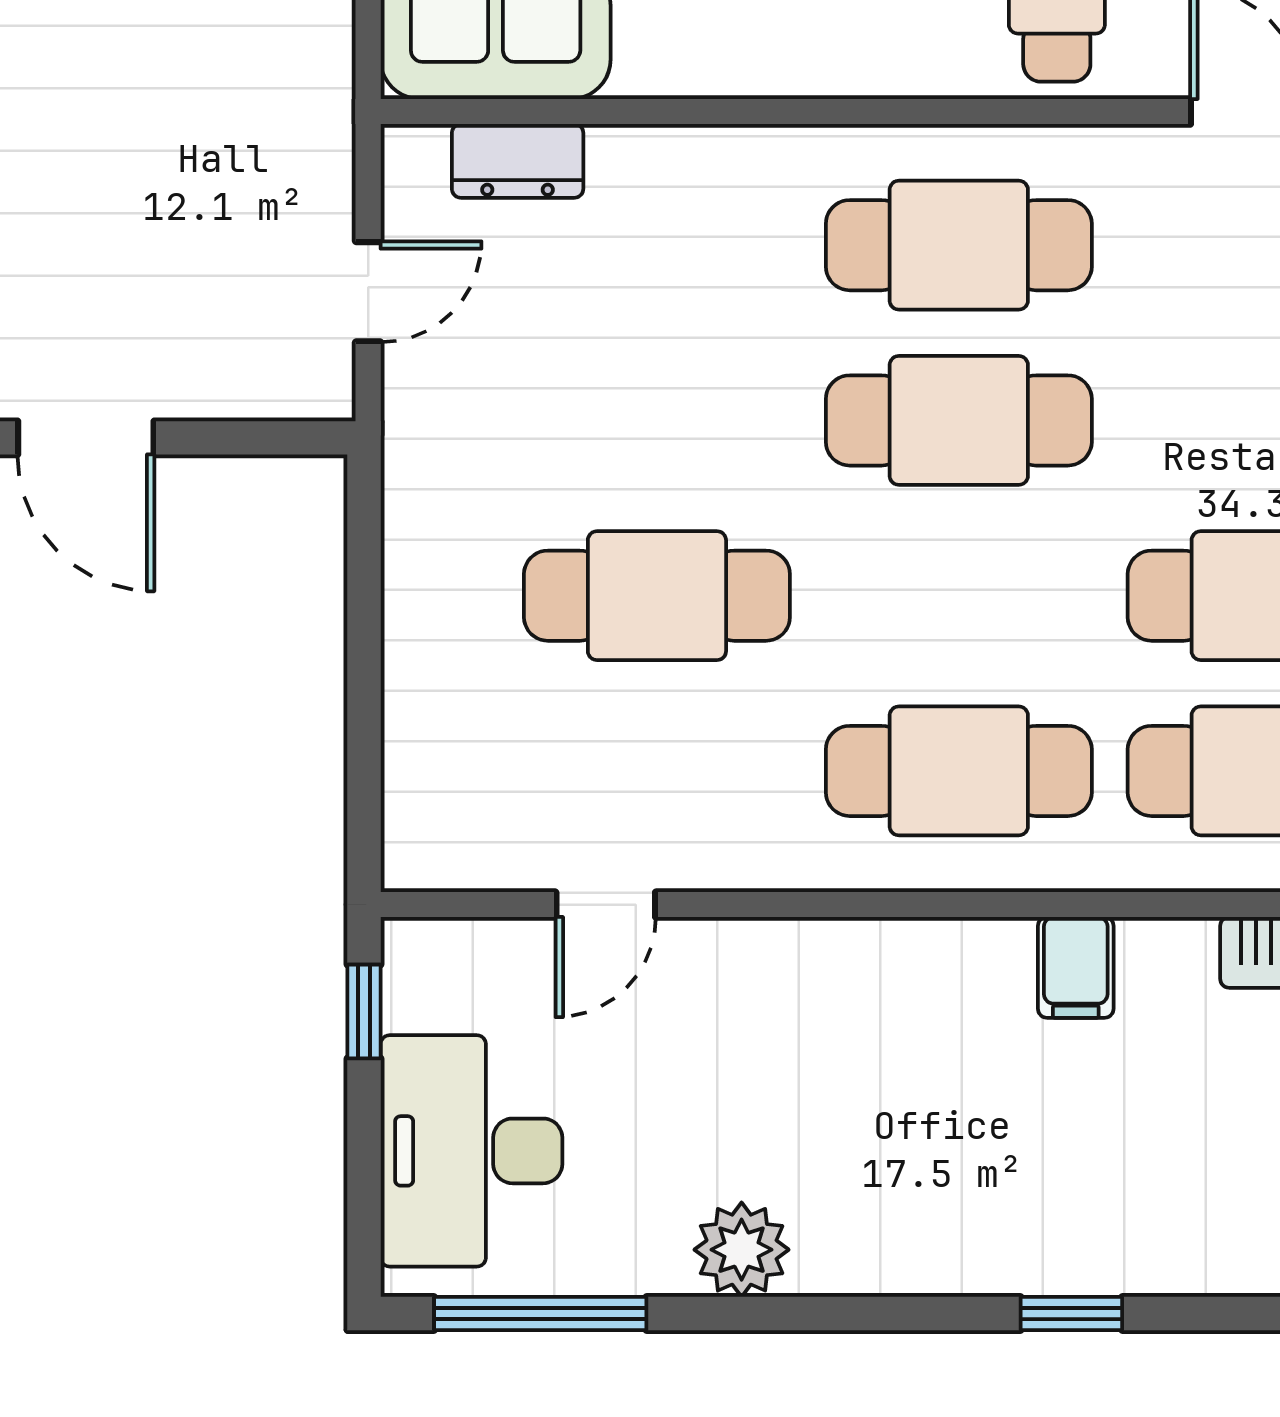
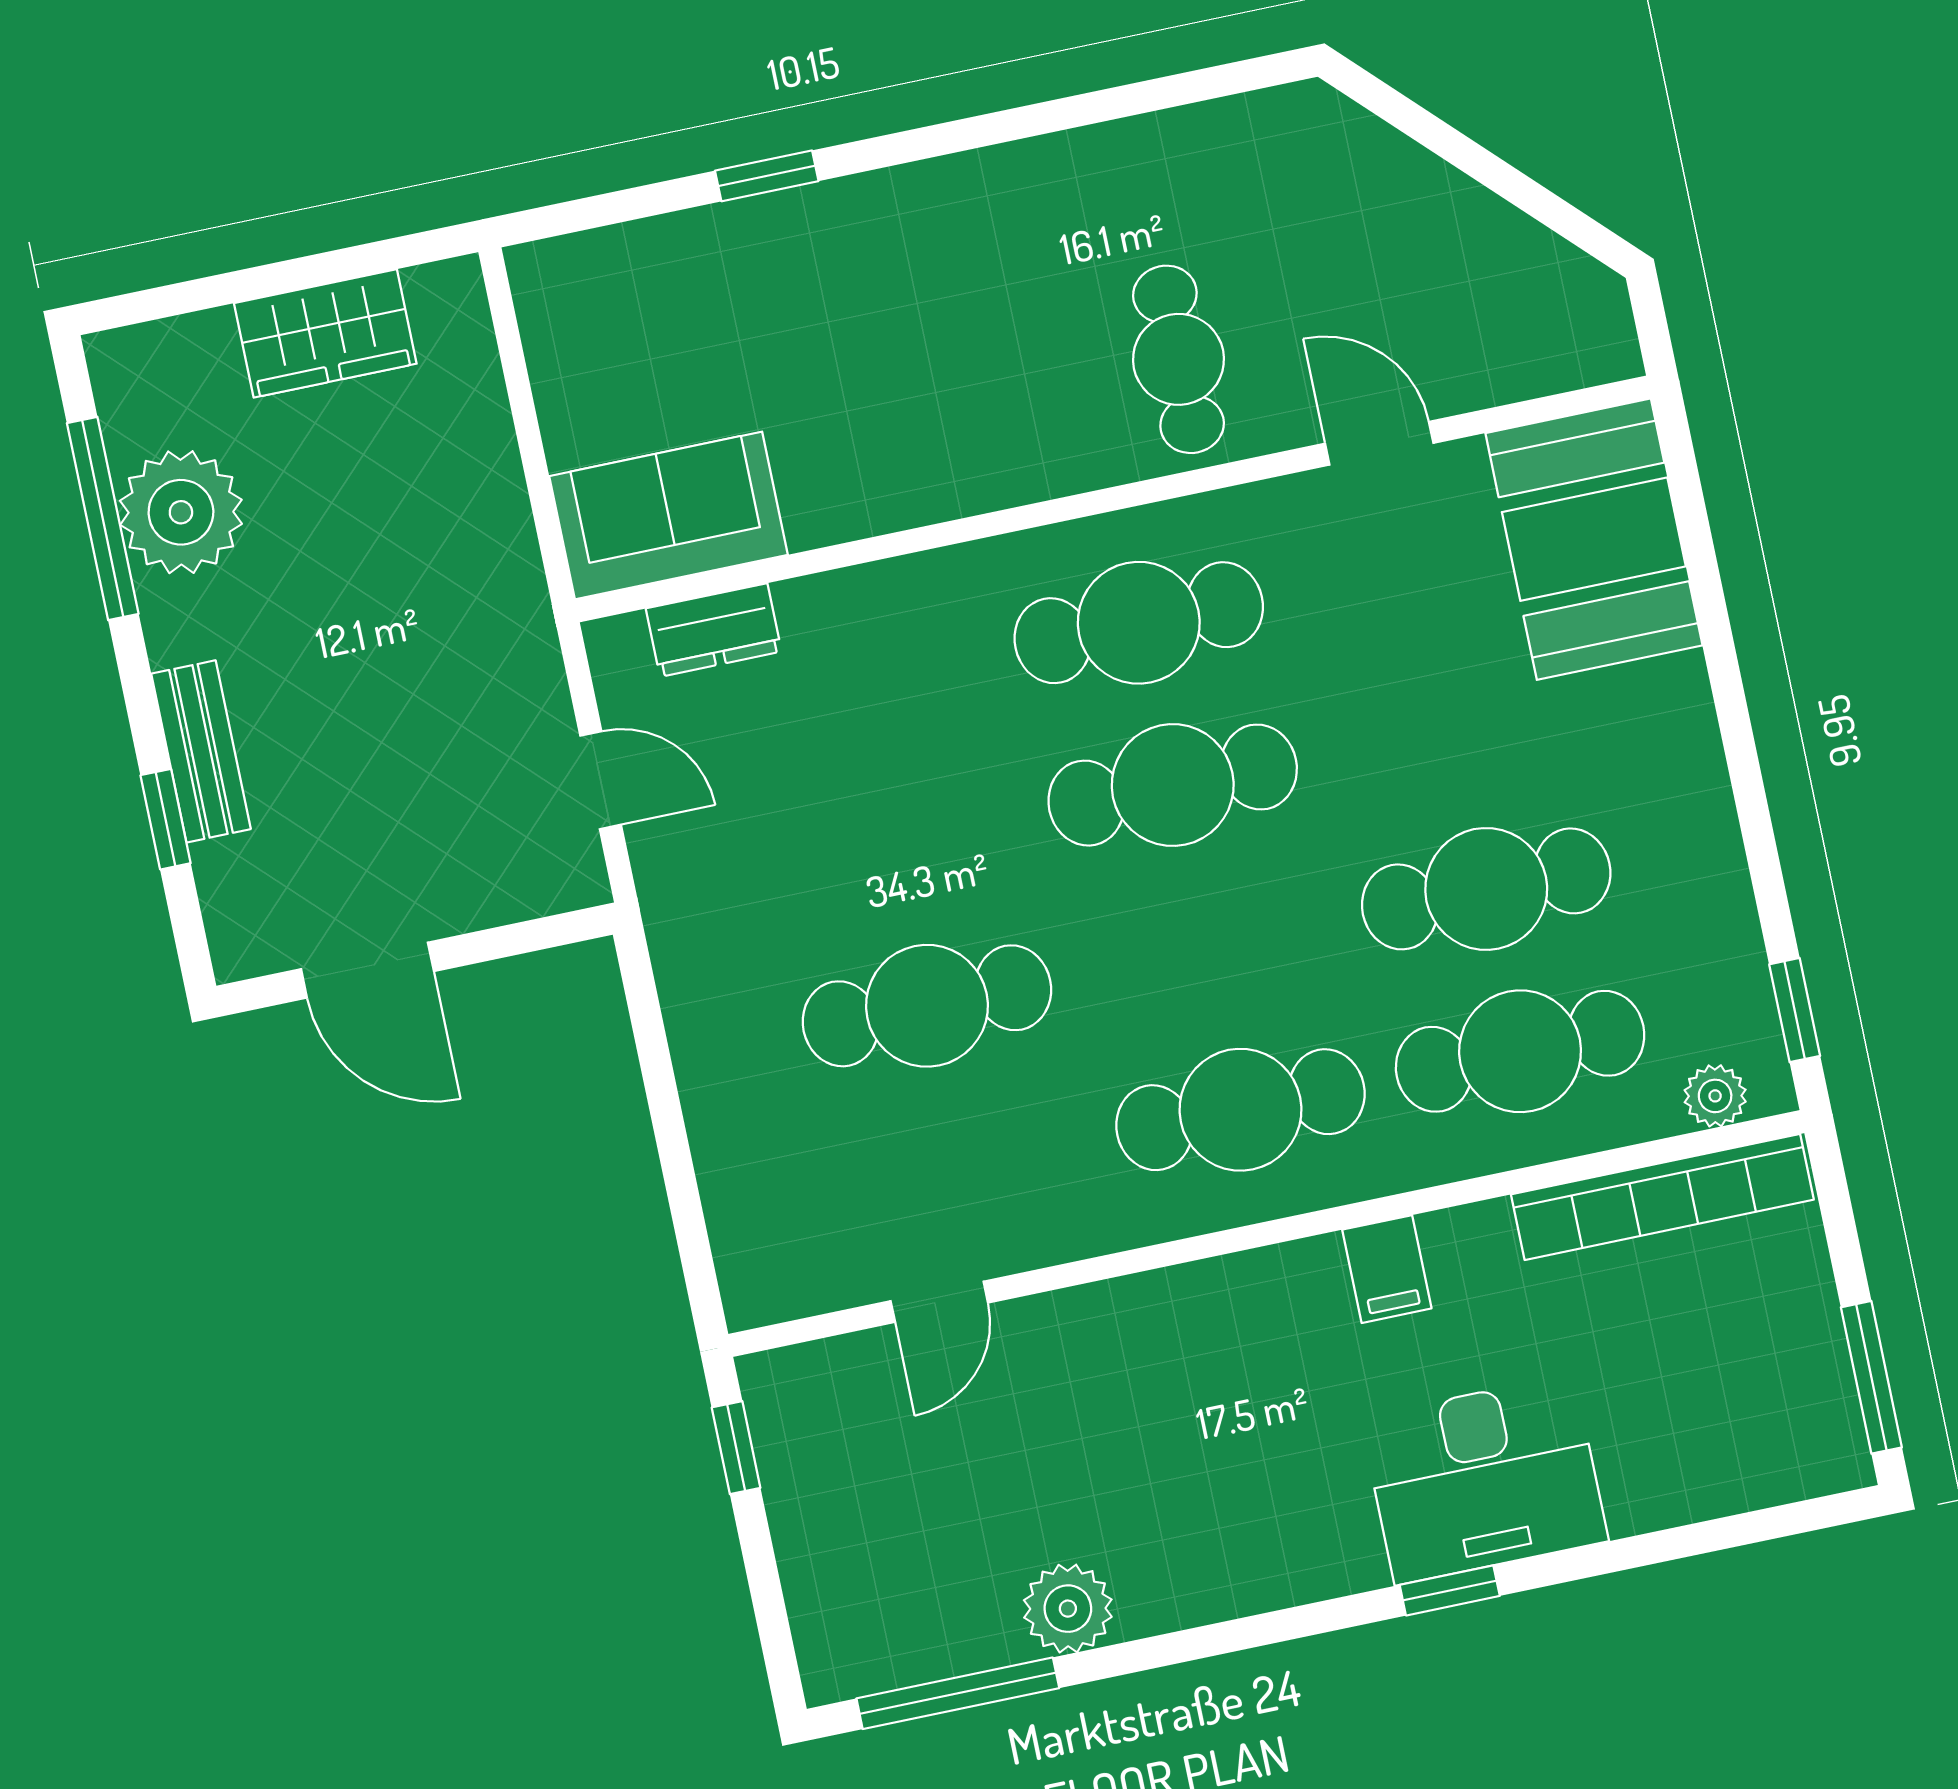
door: (368, 292) -> (601, 780), hinge flipped
desk: (471, 1151) -> (1484, 1479), moved, turned -90
plant: (742, 1250) -> (1068, 1609), moved

